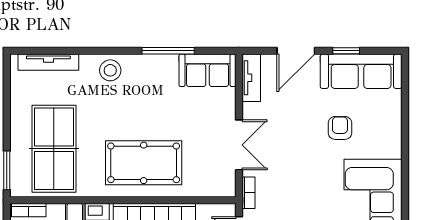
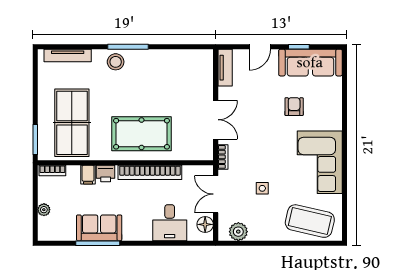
window: (168, 51) -> (128, 47), moved
door: (296, 51) -> (260, 47), width x0.73
sofa: (208, 70) -> (191, 62), removed

